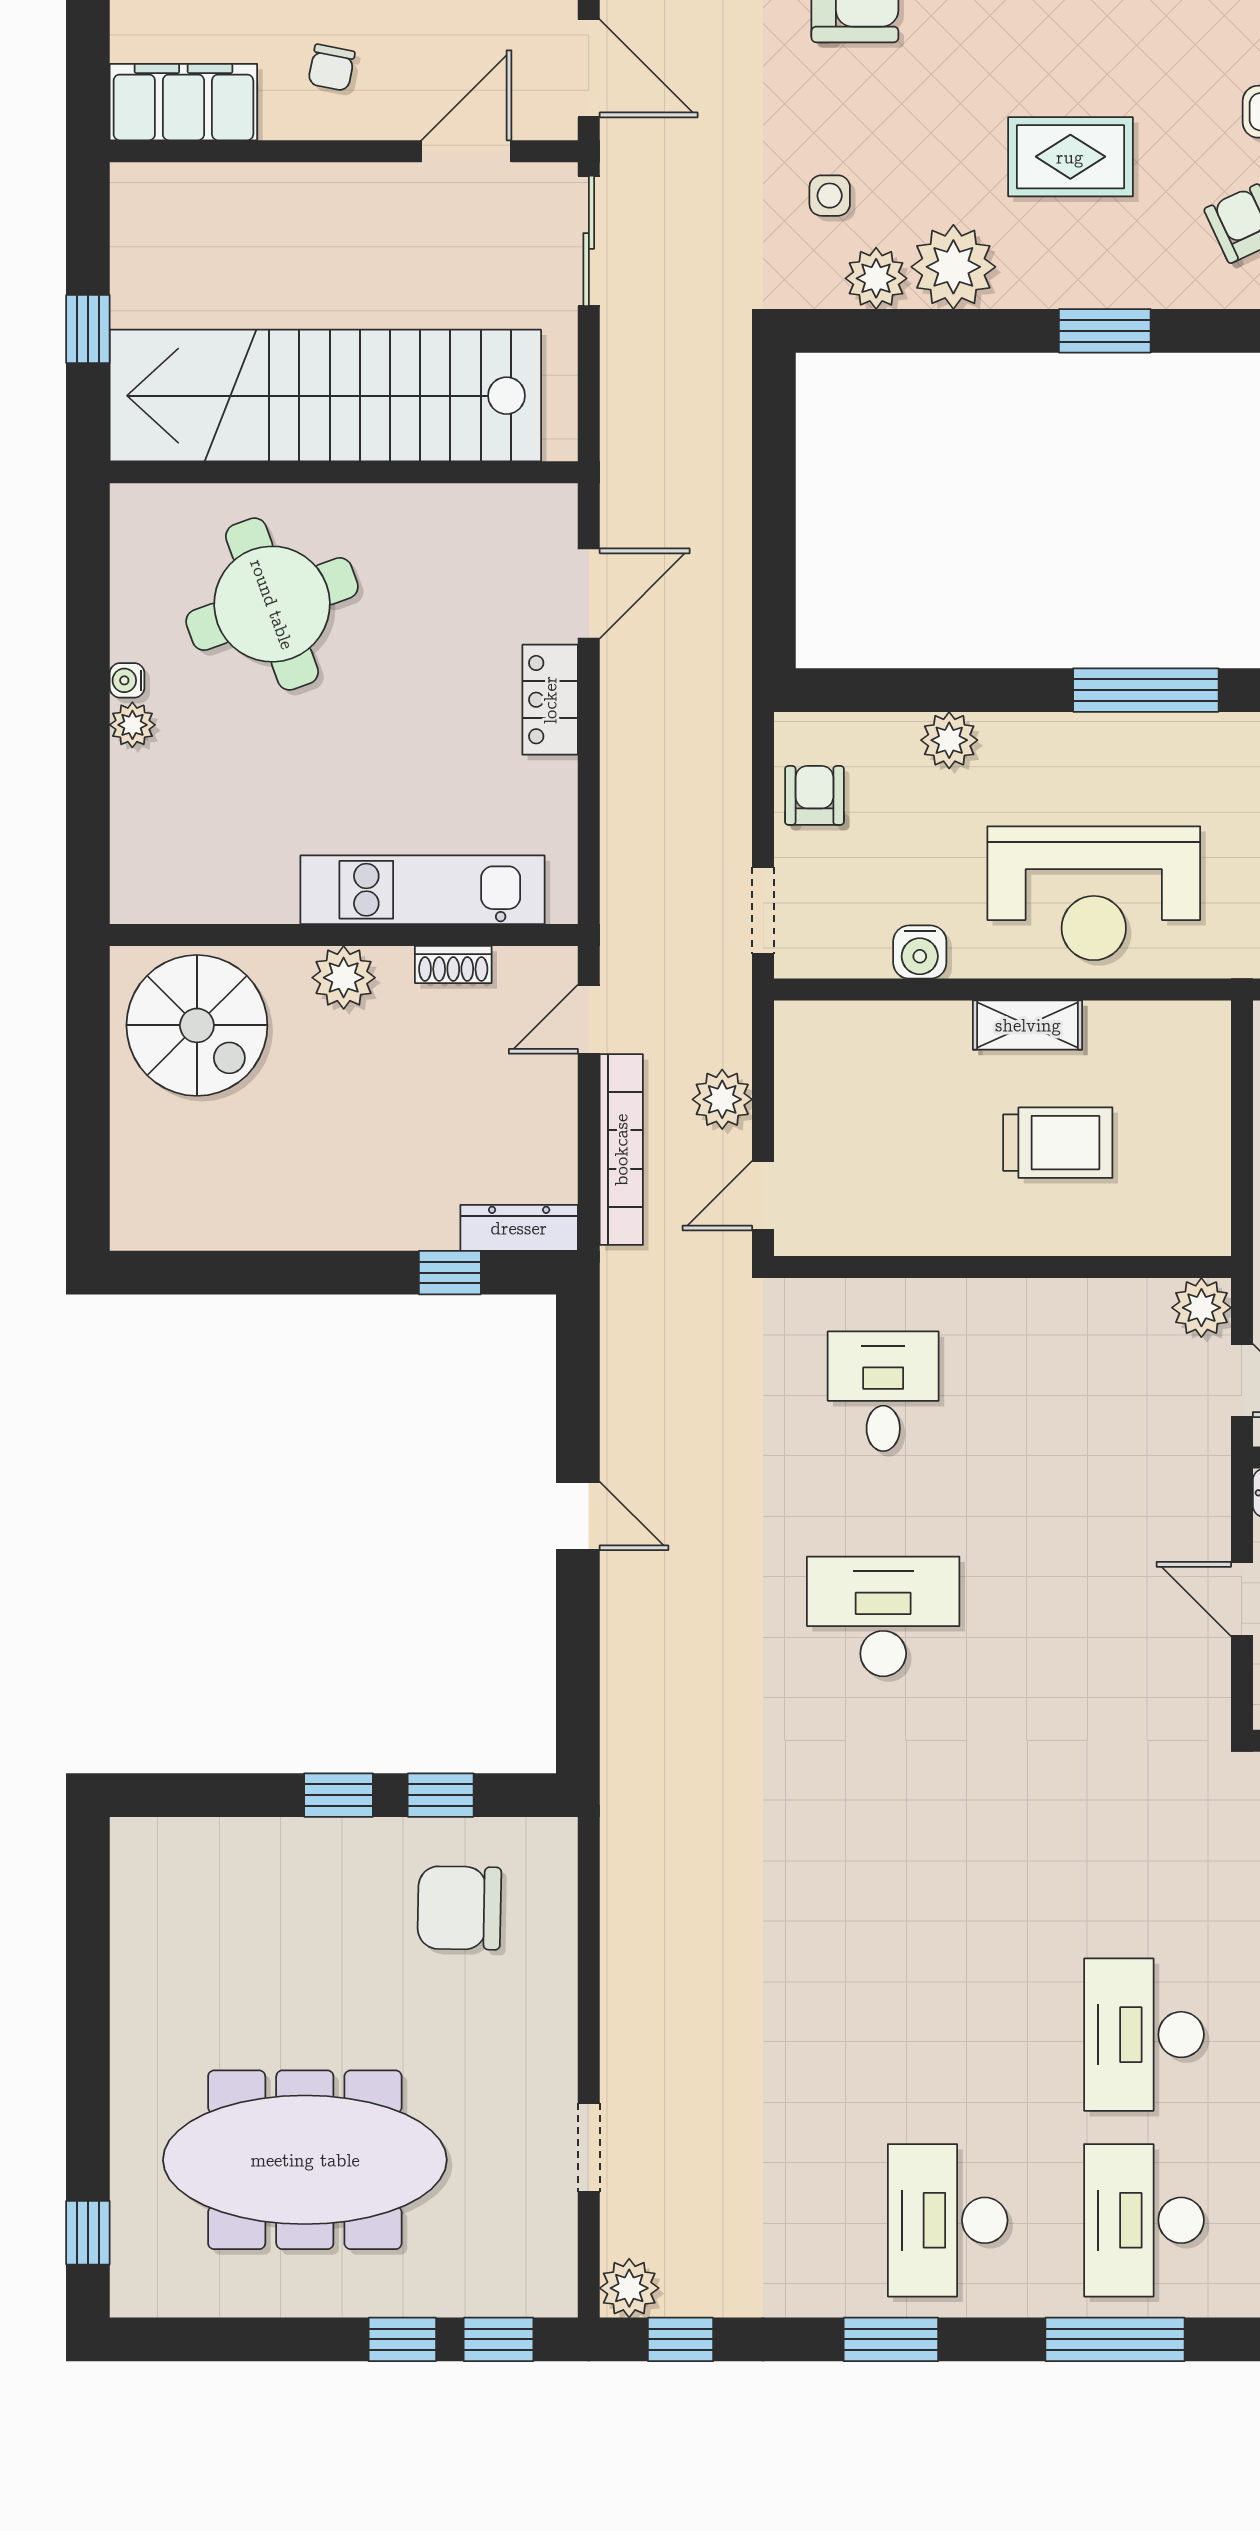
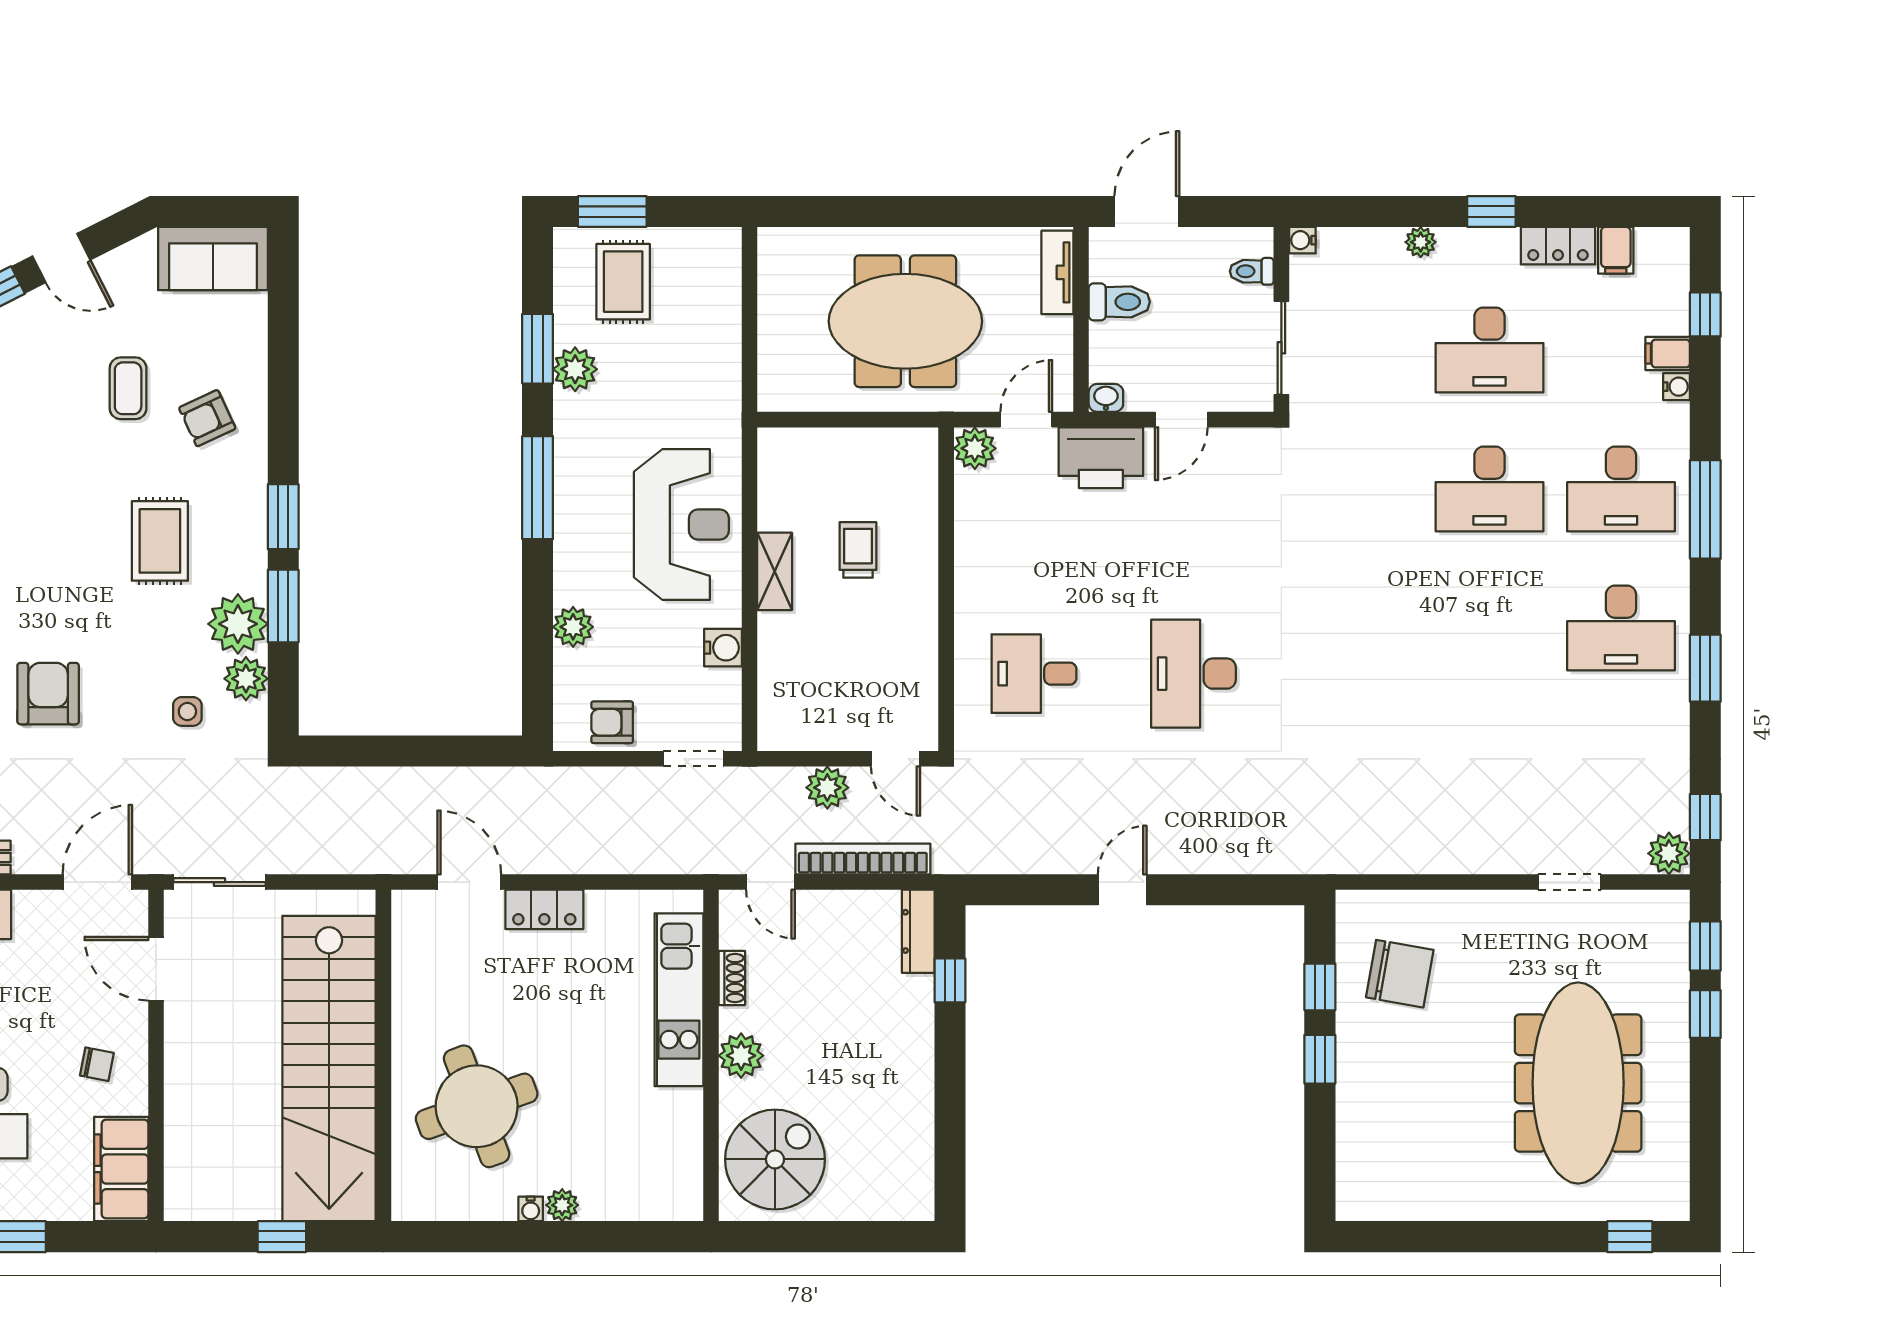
window: (979, 331) -> (283, 606), added
trolley: (1058, 1143) -> (858, 550), width x0.73, depth x0.72
printer: (1188, 1486) -> (1101, 458), added
chair: (459, 1908) -> (1400, 974), turned -81

